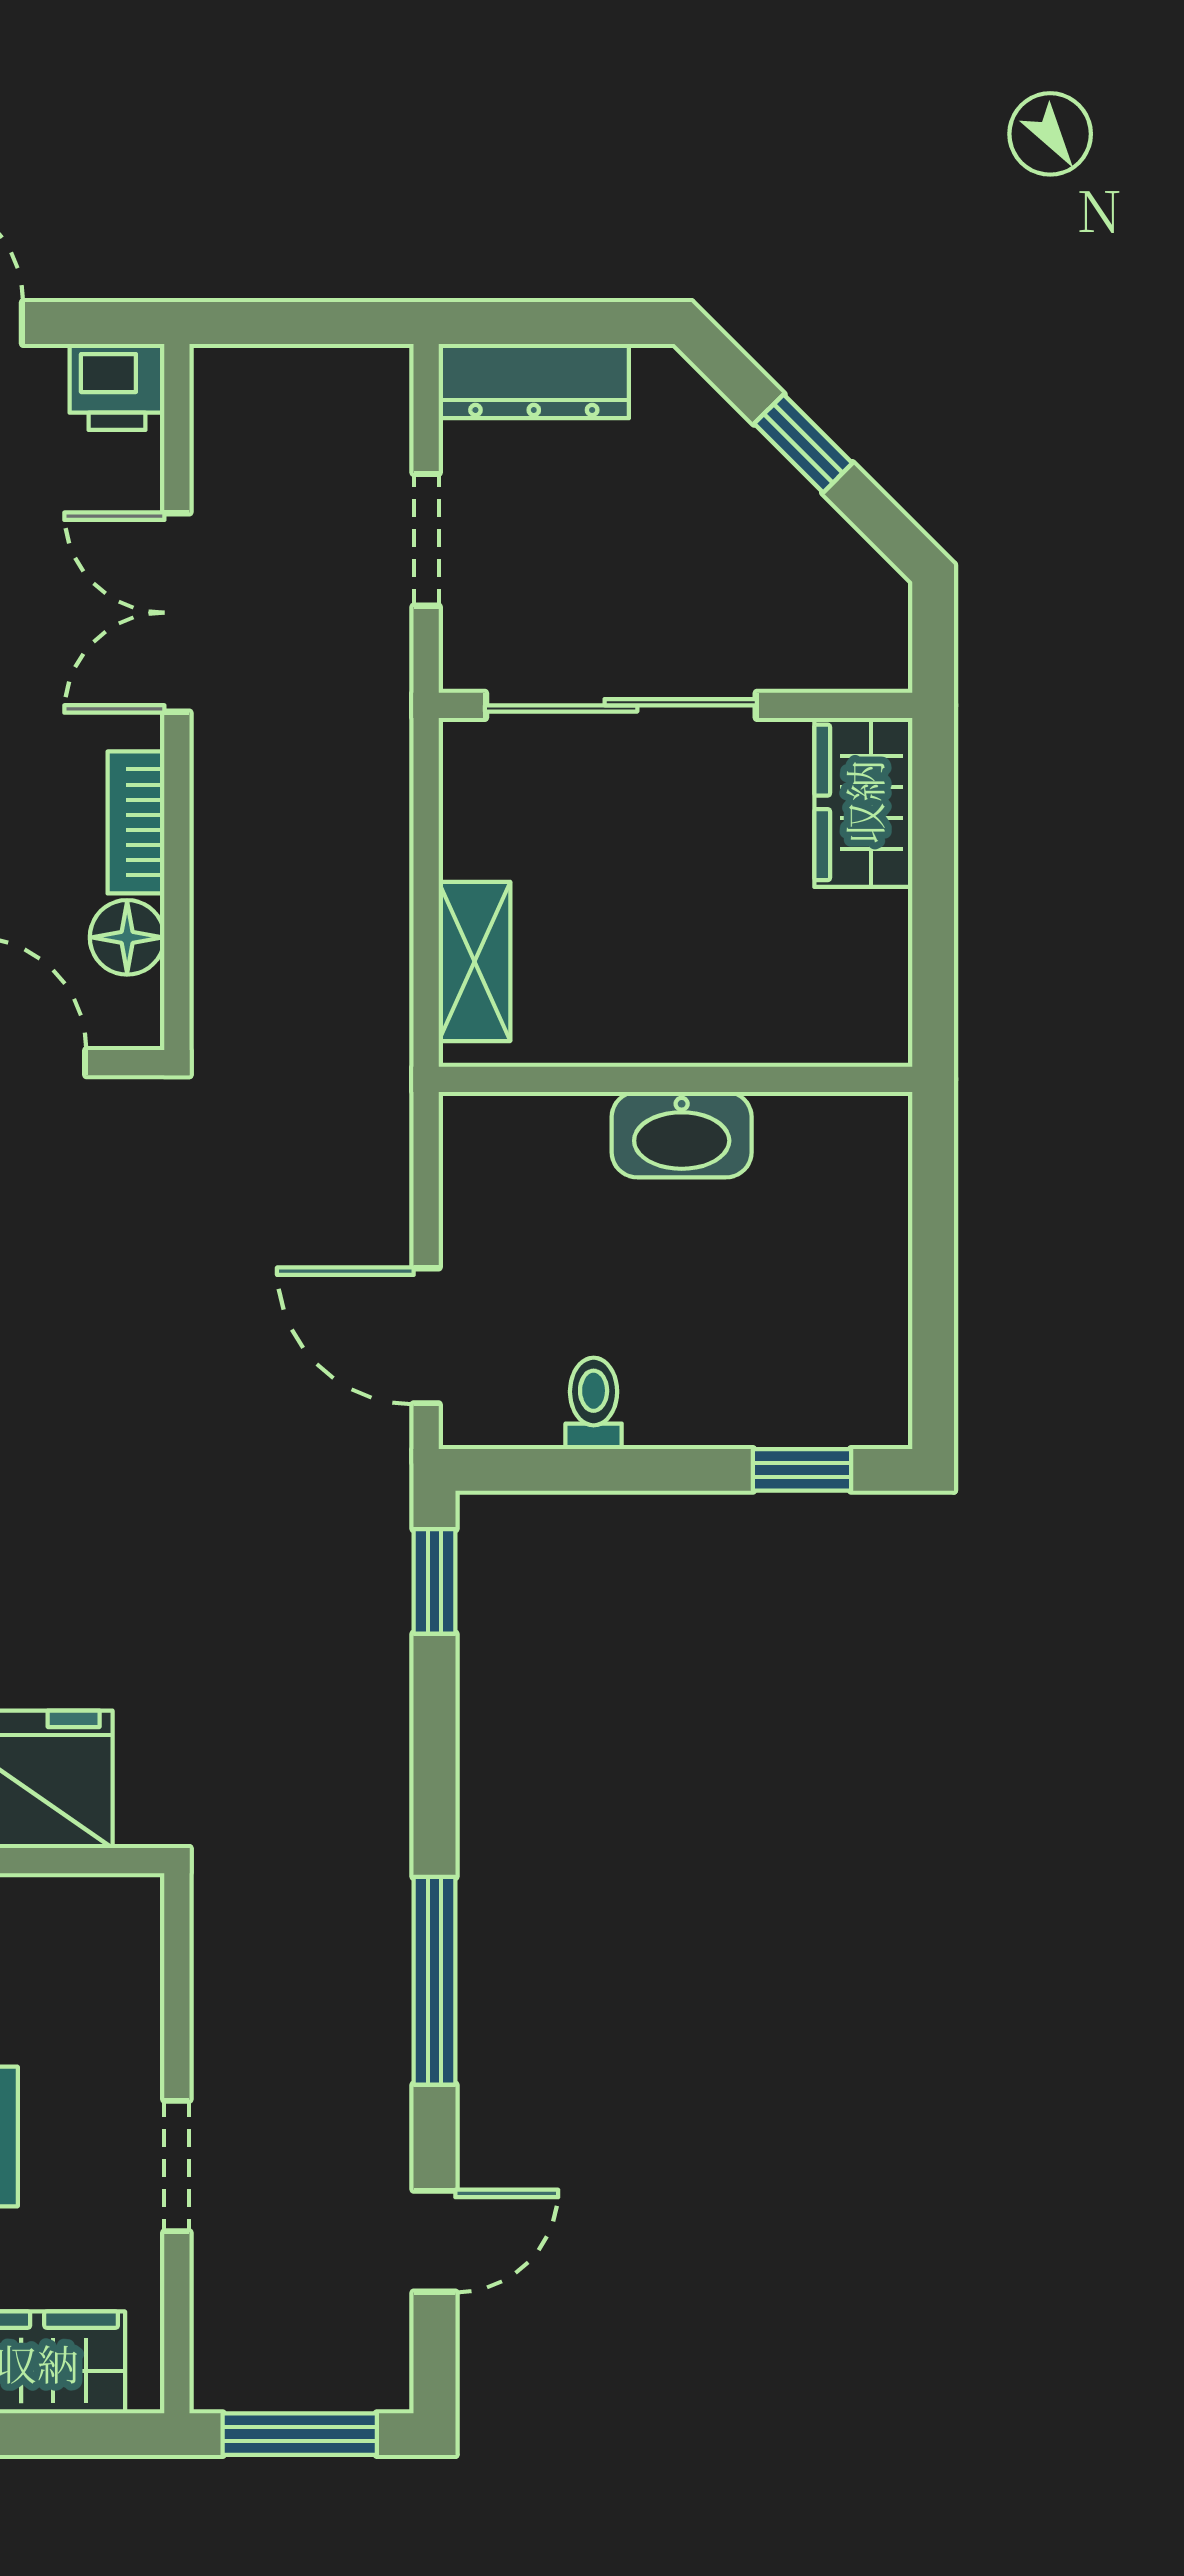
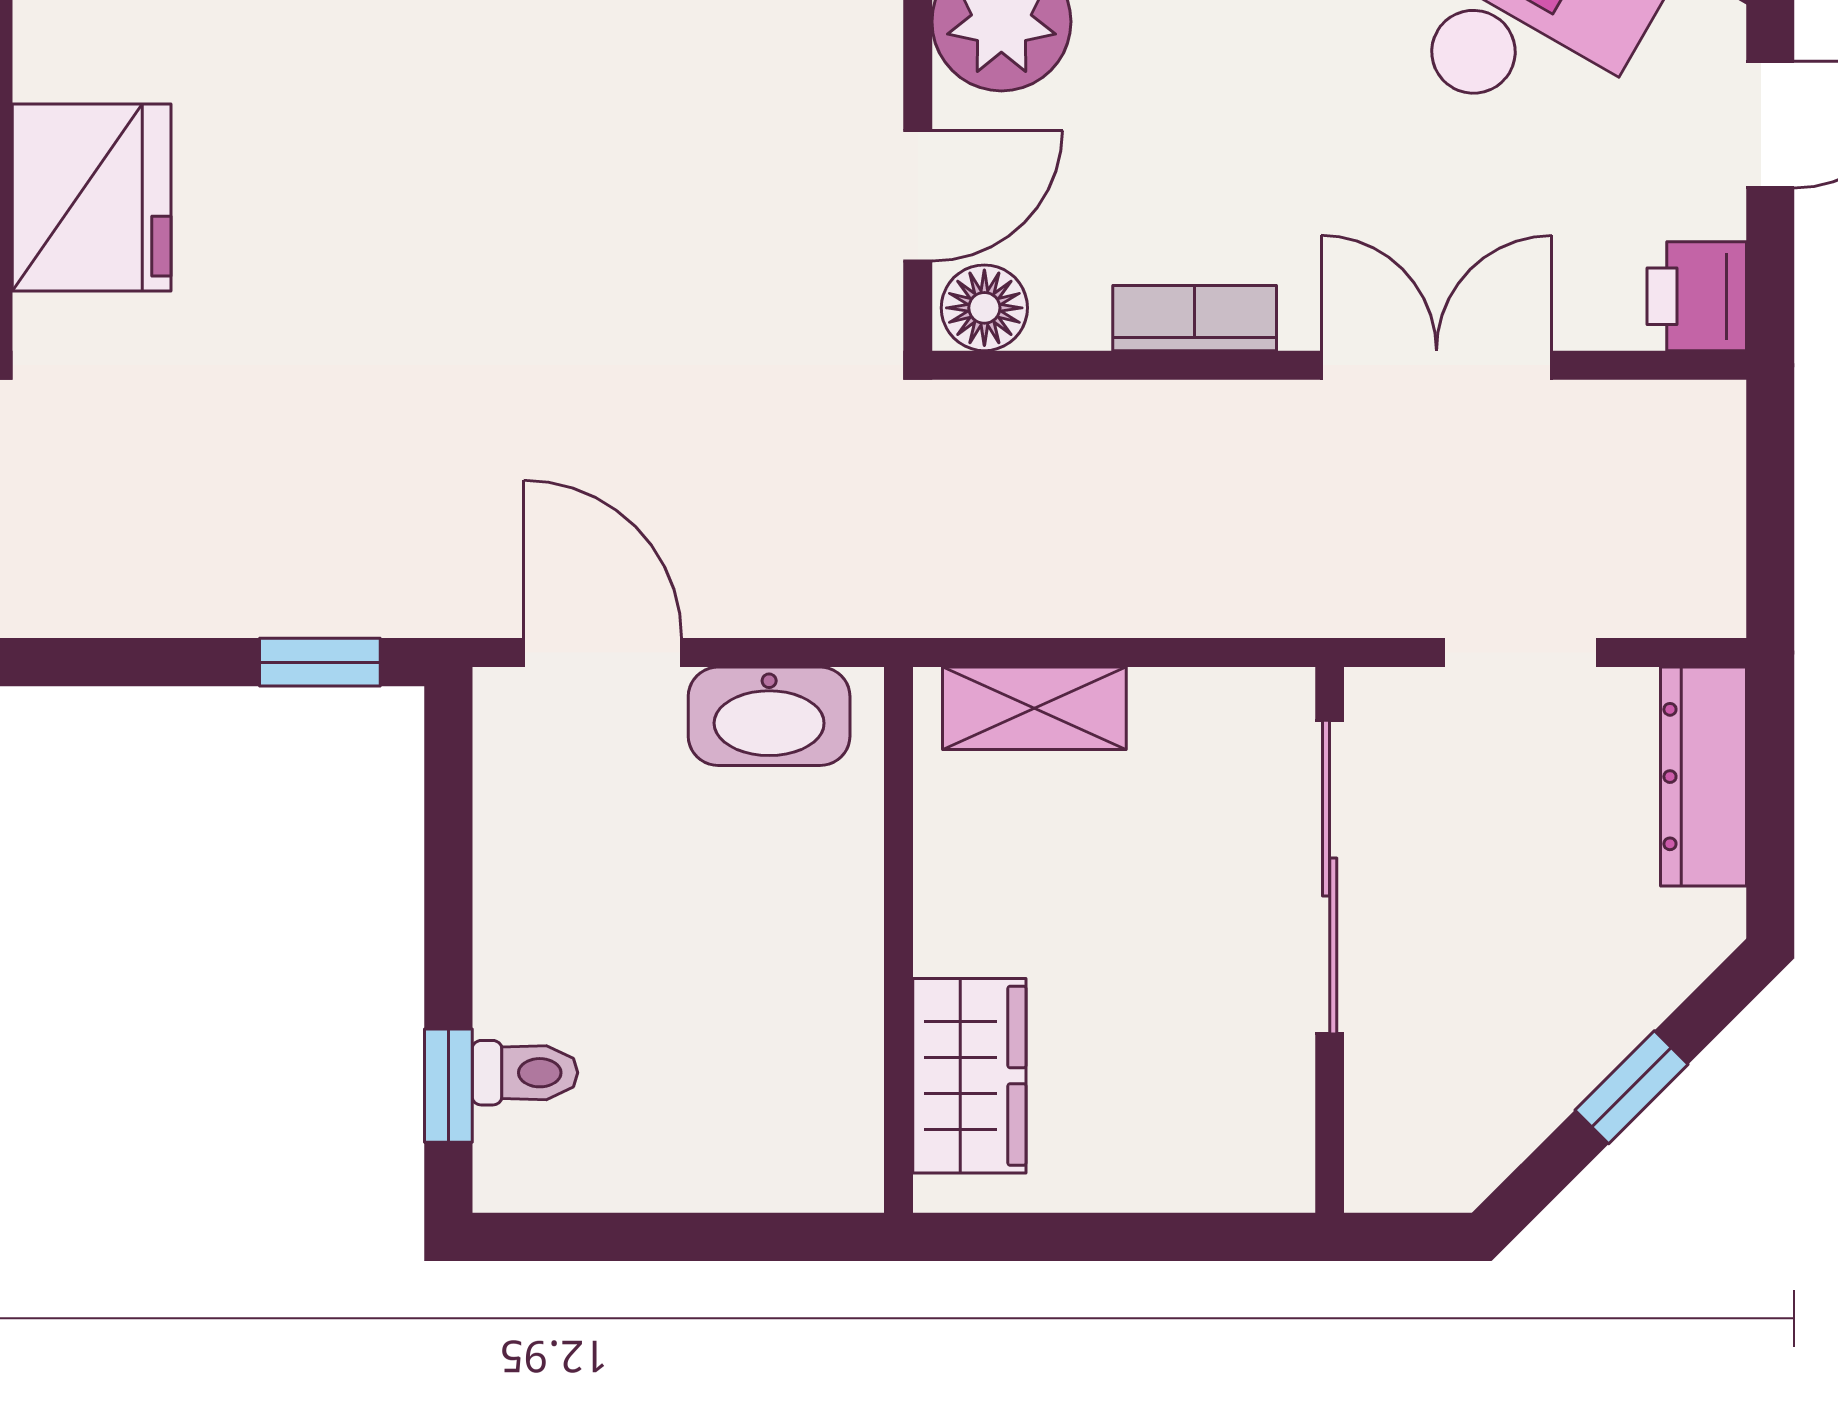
wardrobe: (863, 802) -> (969, 1076), moved, turned 90
floor lamp: (127, 937) -> (984, 308), moved
washbasin: (682, 1135) -> (769, 716), moved, turned -90
door: (426, 1336) -> (603, 653), hinge flipped
toilet: (594, 1403) -> (525, 1073), moved

